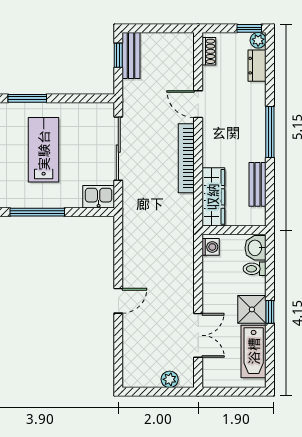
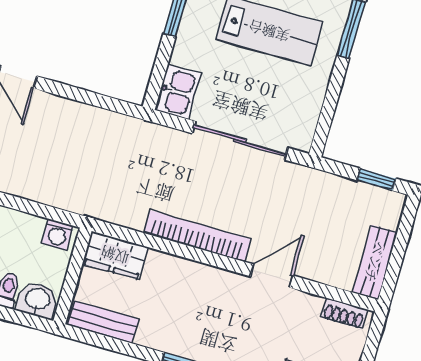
bench: (131, 56) -> (375, 262), moved, turned 90
bench: (258, 184) -> (103, 322), moved
wardrobe: (213, 197) -> (115, 255), width x0.67

